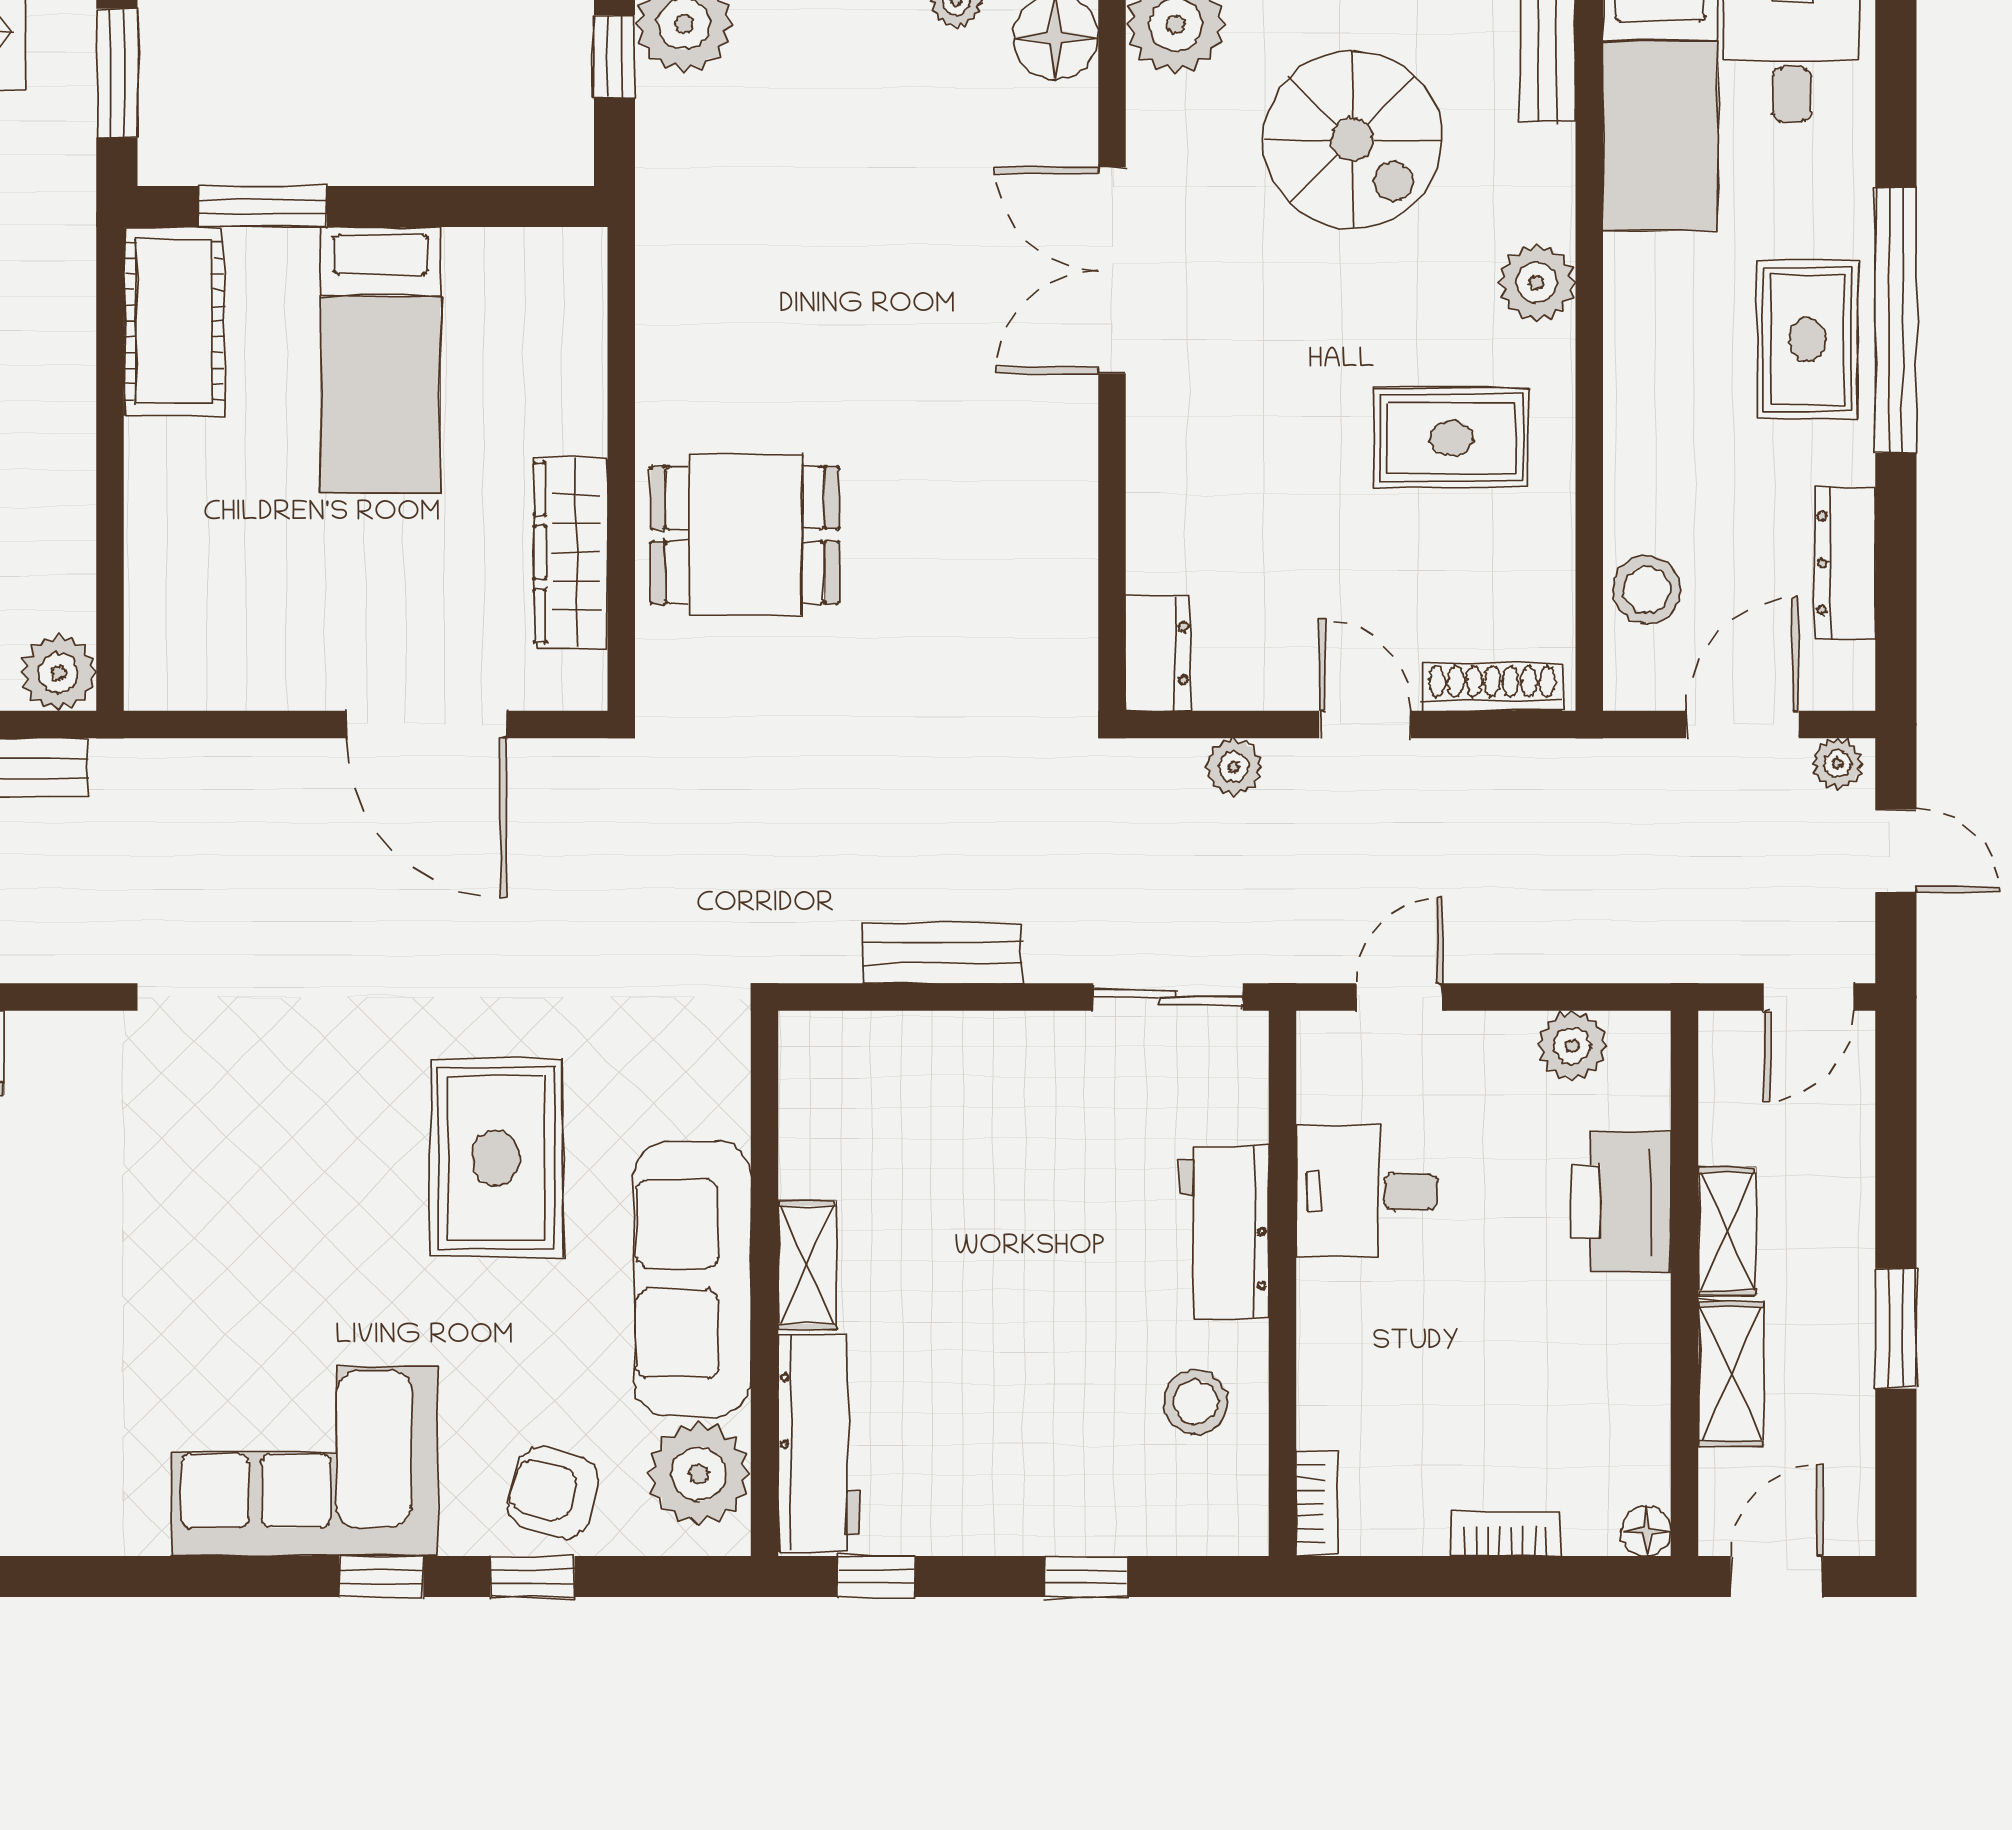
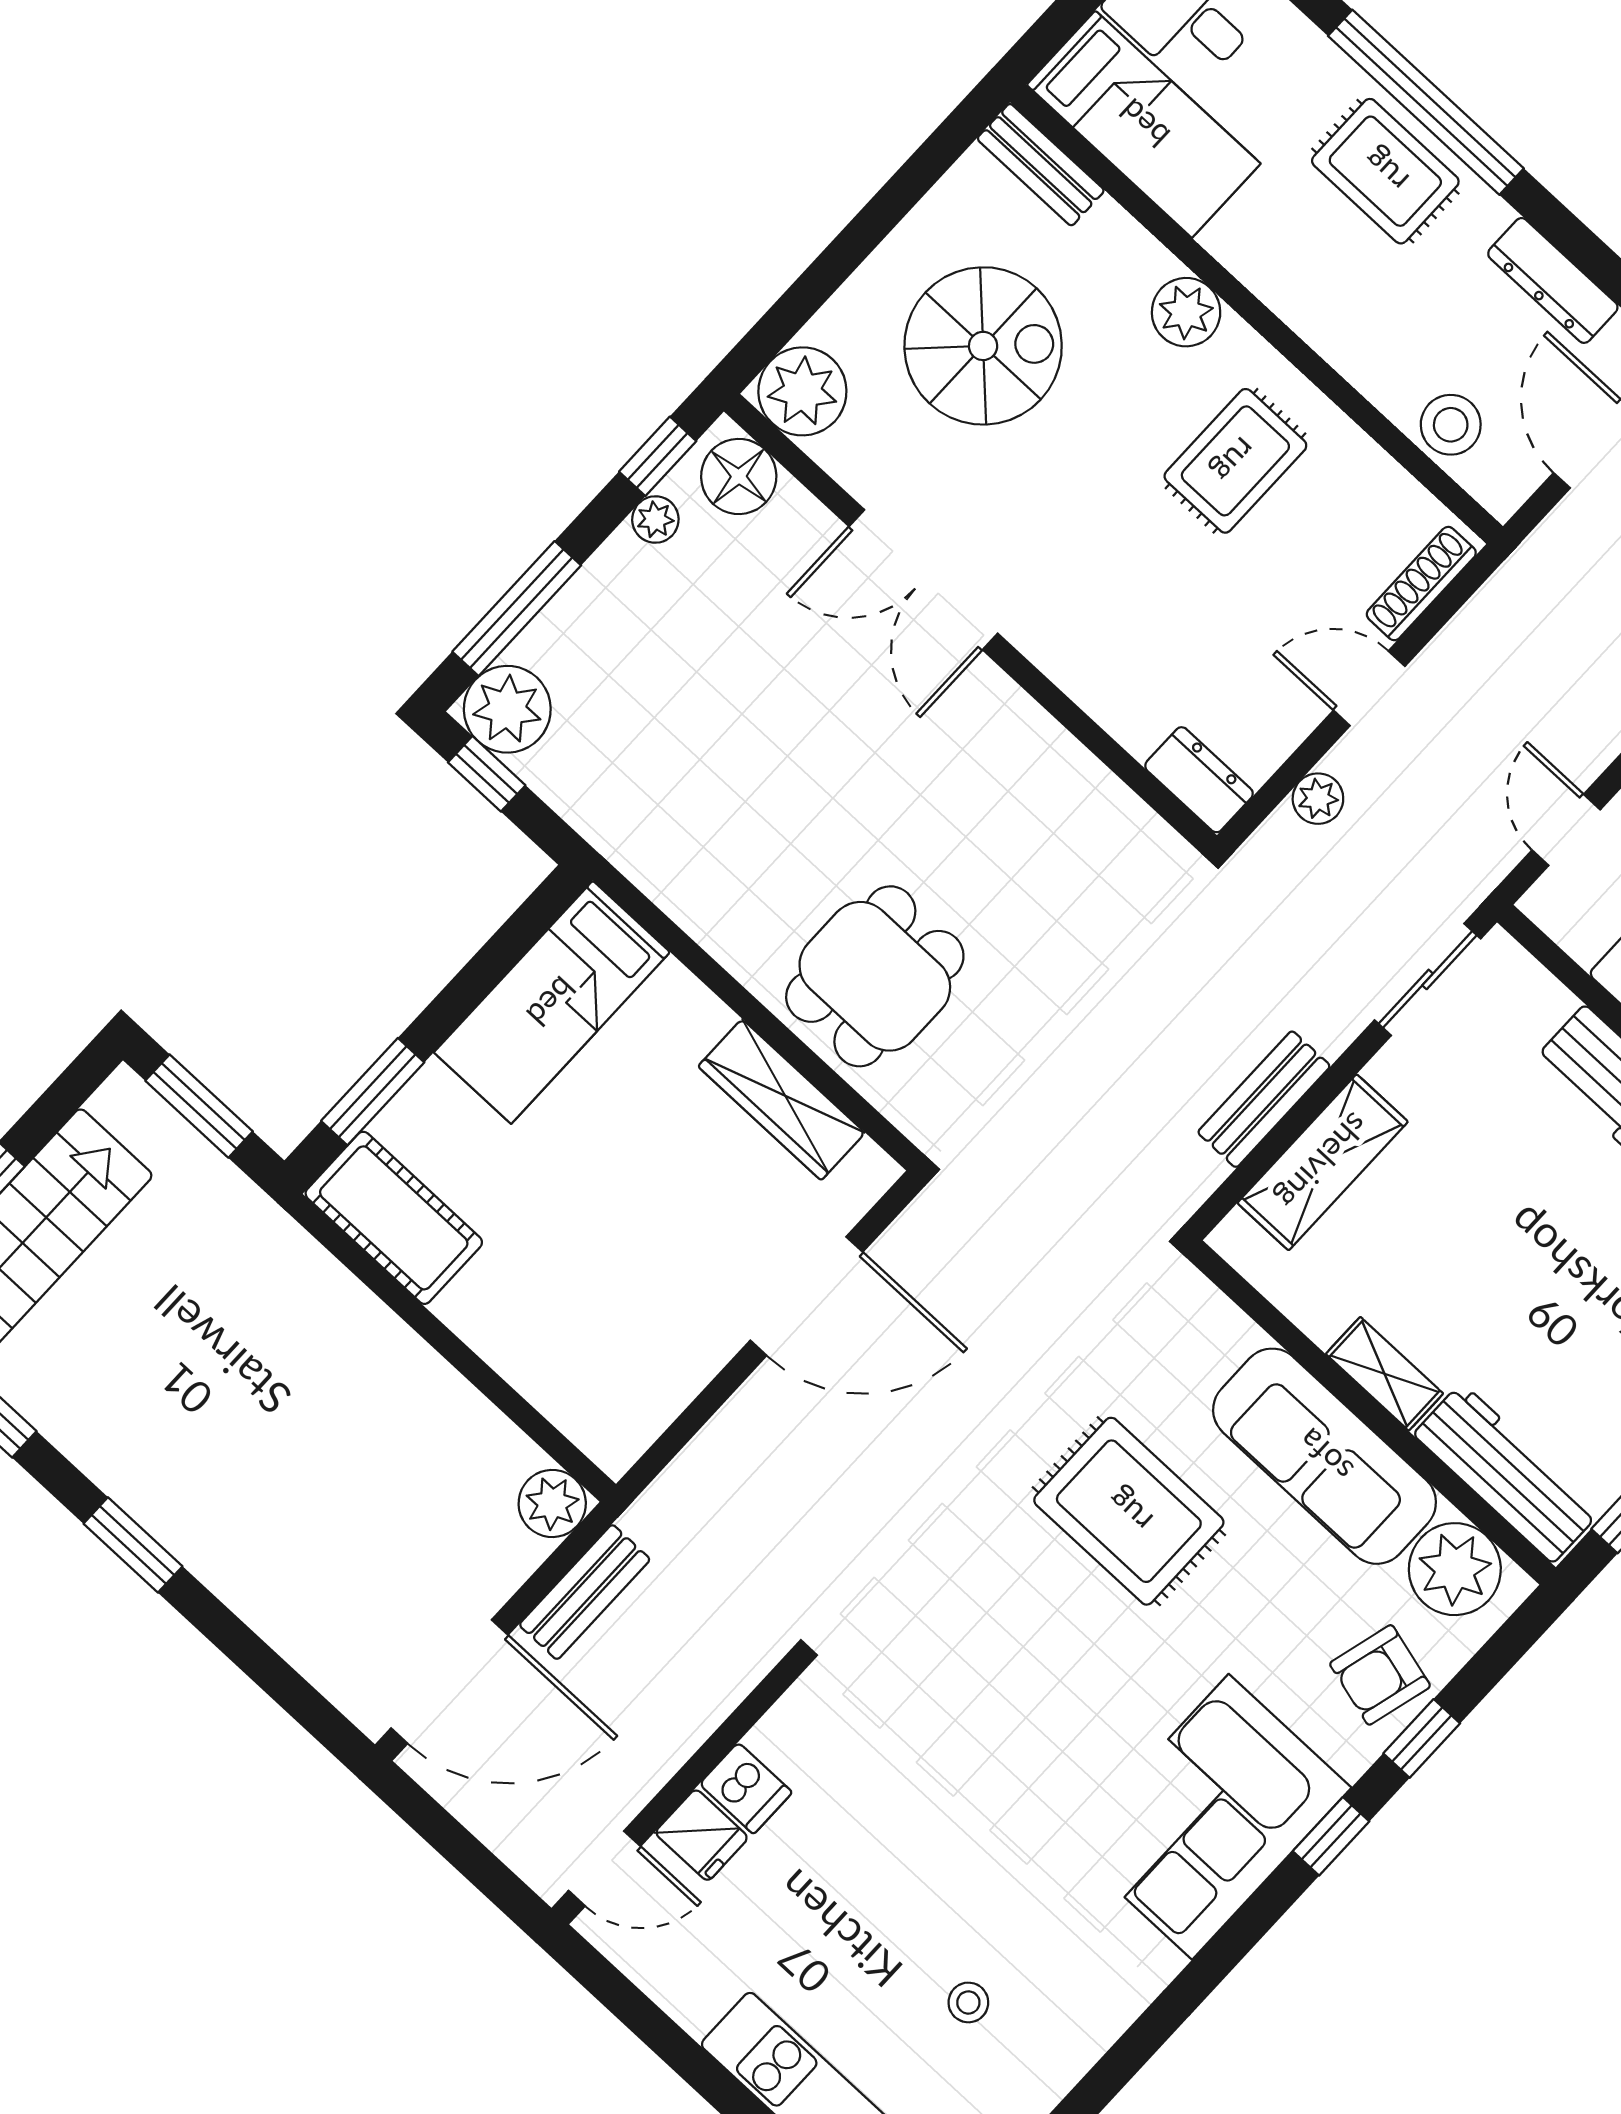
bed: (380, 360) -> (552, 1002), moved, turned 90
shelving: (935, 1051) -> (1323, 1162), added

